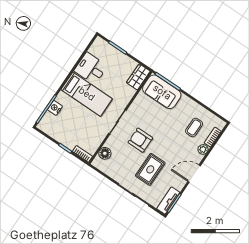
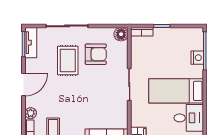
armchair: (140, 140) -> (96, 54), moved
floor lamp: (105, 153) -> (121, 34), moved

